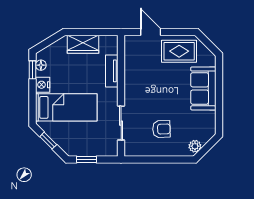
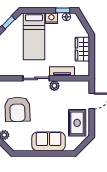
plant: (131, 81) -> (54, 86), added
sliding door: (121, 123) -> (36, 78), moved
armchair: (161, 129) -> (17, 109), width x1.88, depth x1.88

